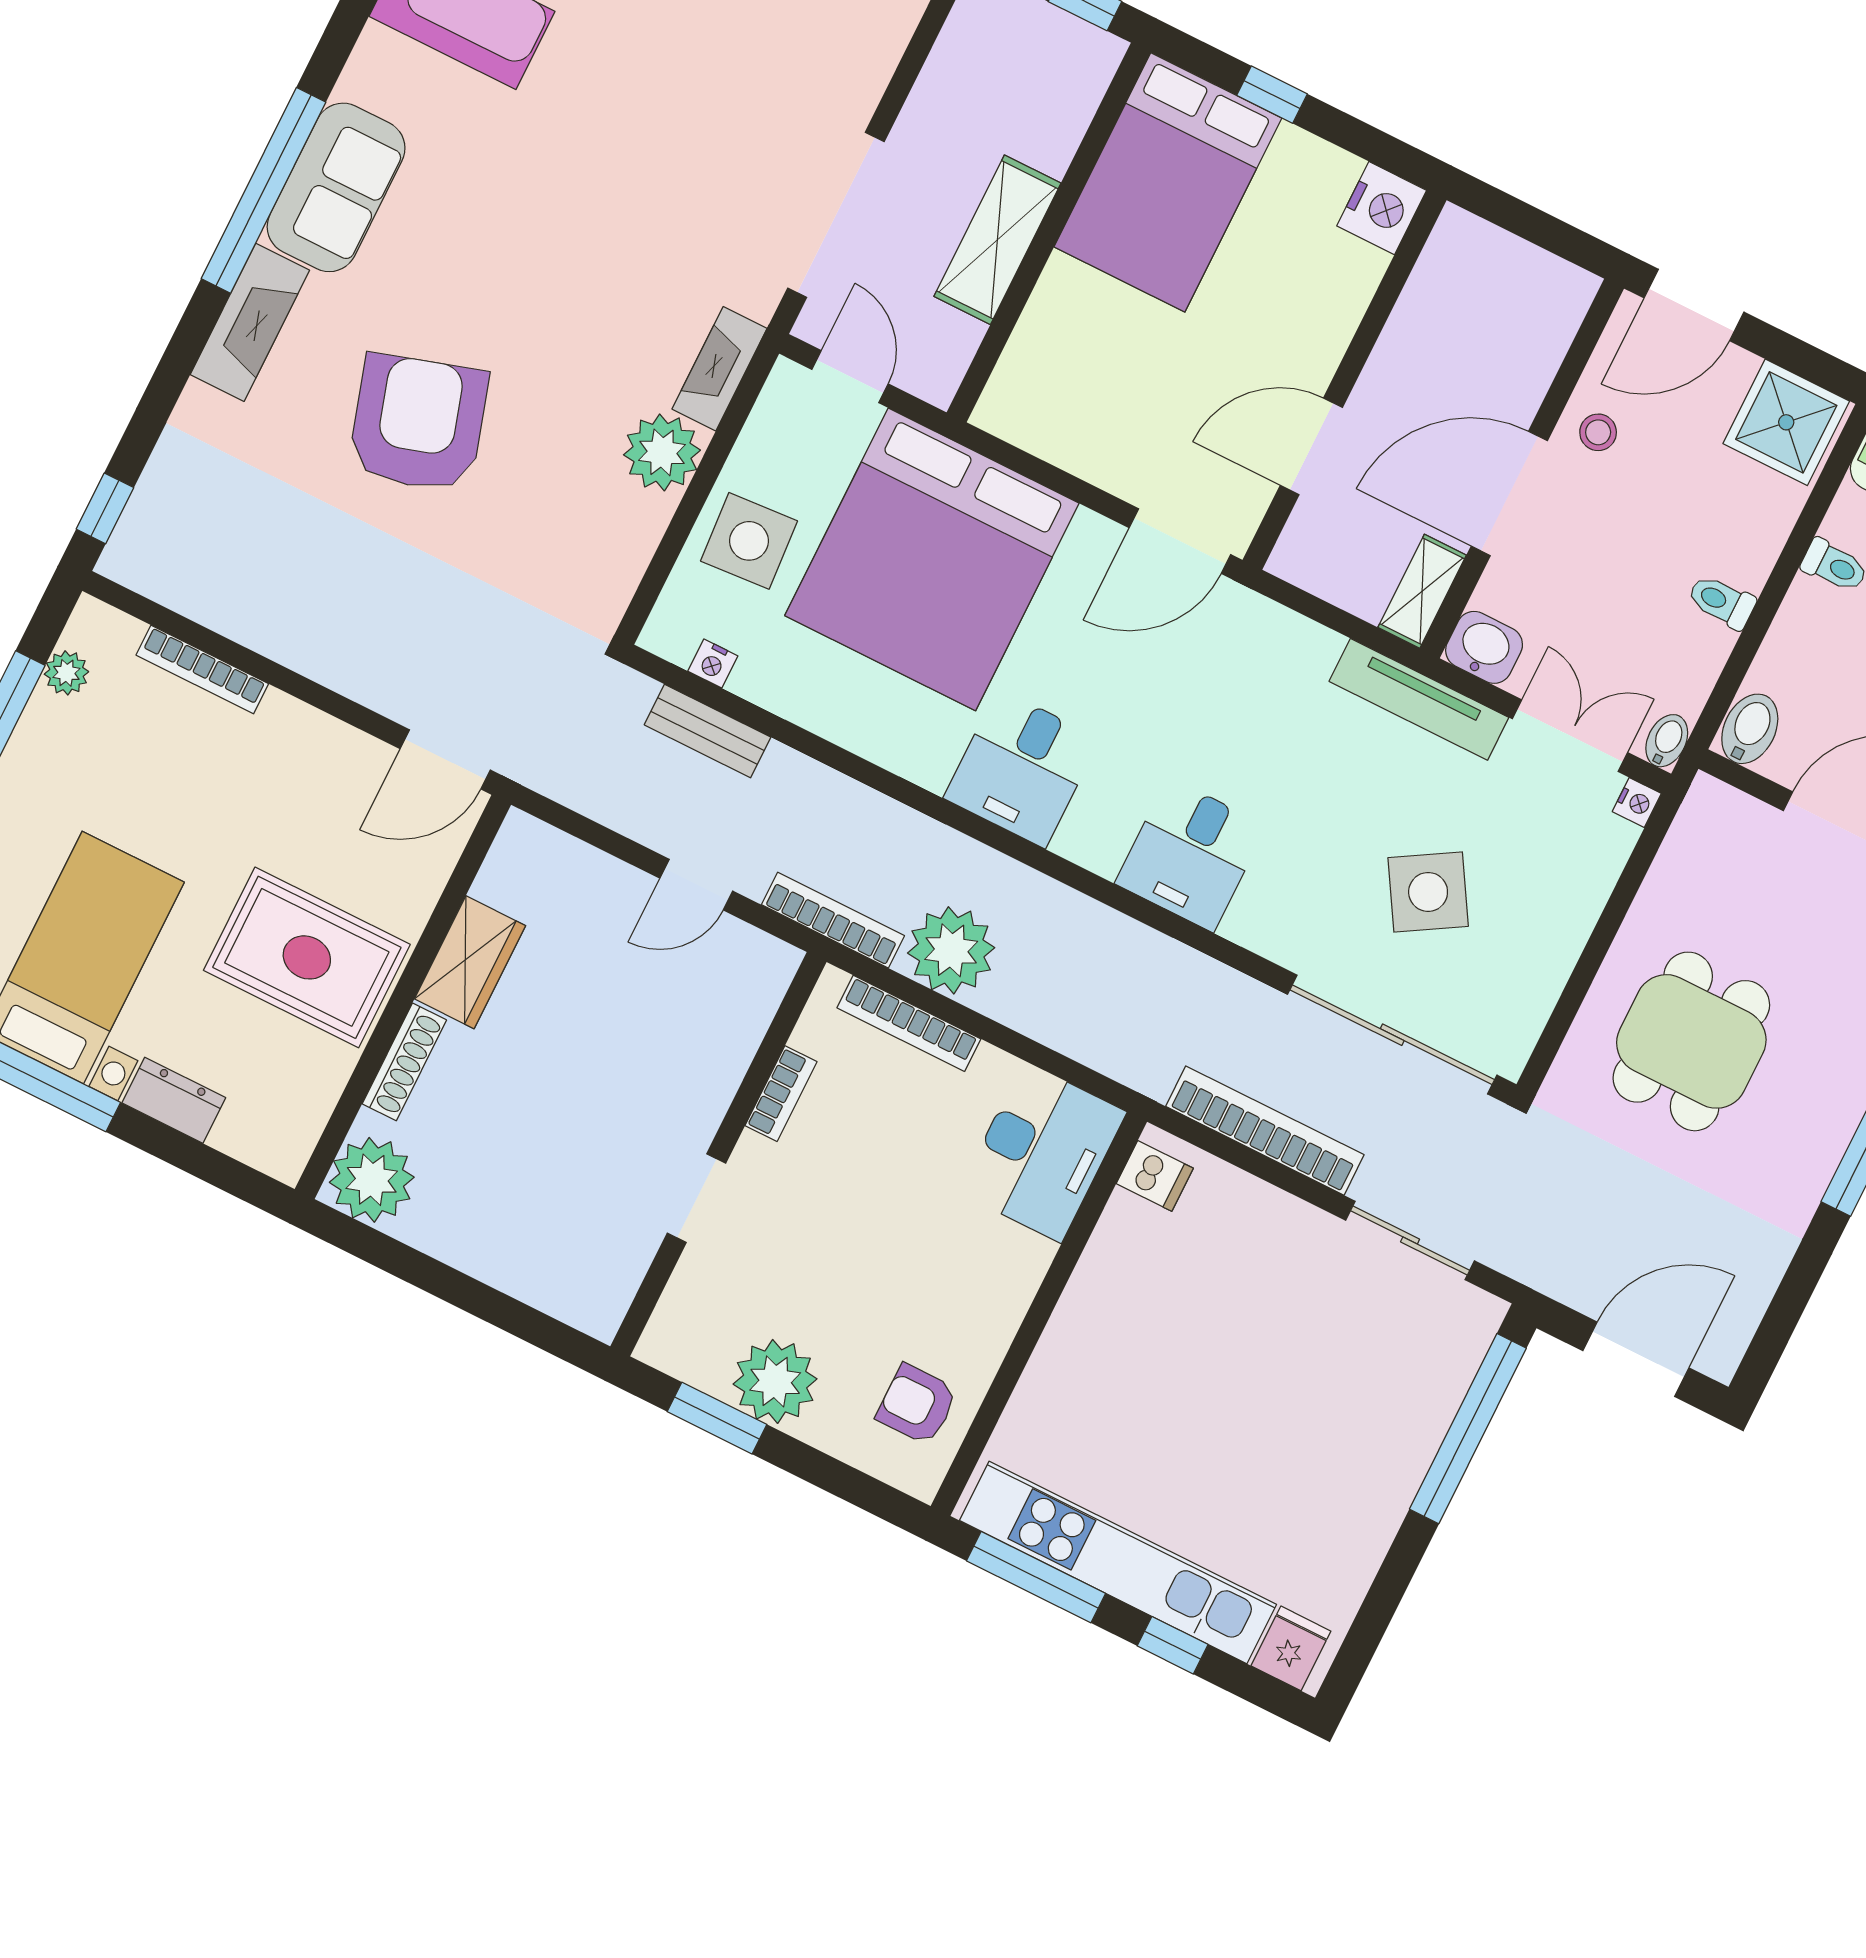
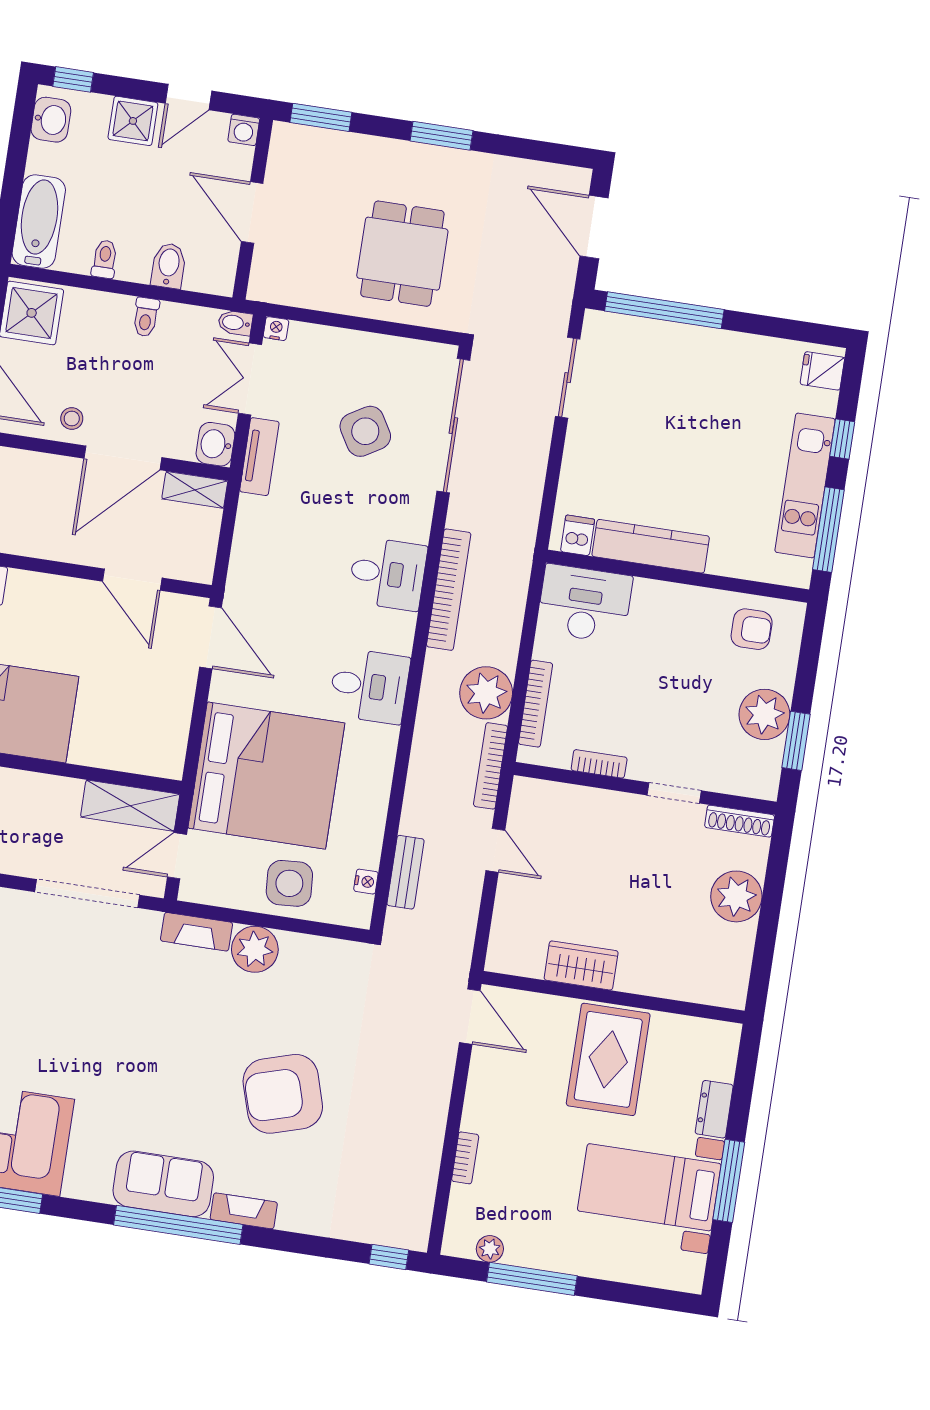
shelving: (997, 240) -> (130, 806), moved
fireplace: (250, 322) -> (244, 1211), width x0.73, depth x0.76
door: (1509, 493) -> (123, 458), hinge flipped
bookcase: (202, 669) -> (465, 1158), width x0.64
tv unit: (1419, 699) -> (259, 457), width x0.71
bidet: (1750, 729) -> (169, 266), moved, turned 90
dining table: (1691, 1041) -> (402, 254), turned 90
shoe rack: (404, 1062) -> (740, 821), moved, turned 180
bookcase: (1265, 1131) -> (449, 590), moved, turned 180
plant: (372, 1180) -> (736, 896), moved
kitchen counter: (1100, 1286) -> (651, 546), added
armchair: (917, 1404) -> (752, 629), turned -90
kitchen unit: (1118, 1562) -> (805, 485), width x0.73

